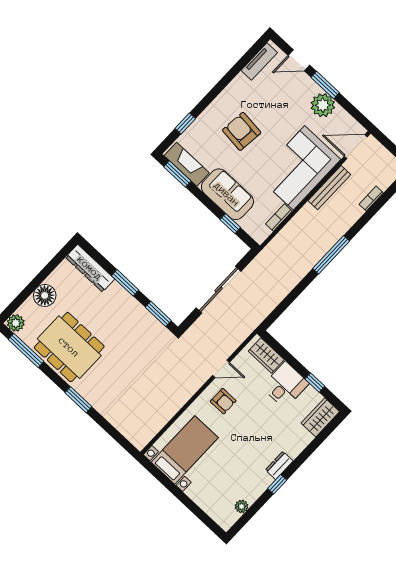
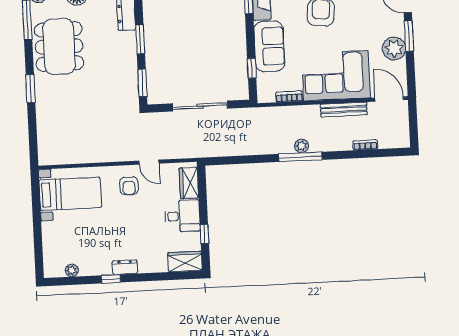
plant: (324, 246) -> (302, 146), added

